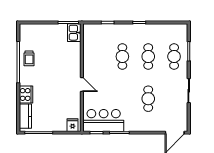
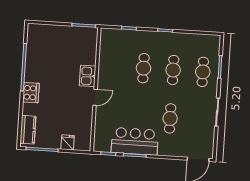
kitchen sink: (74, 33) -> (88, 76), moved
trolley: (29, 58) -> (36, 64), removed
door: (82, 85) -> (95, 97), hinge flipped
cooker: (26, 94) -> (31, 93), moved
bar counter: (104, 120) -> (135, 141), moved
fridge: (73, 125) -> (68, 142), moved

